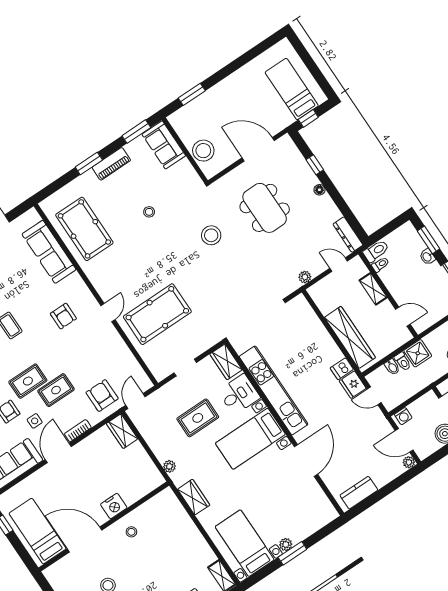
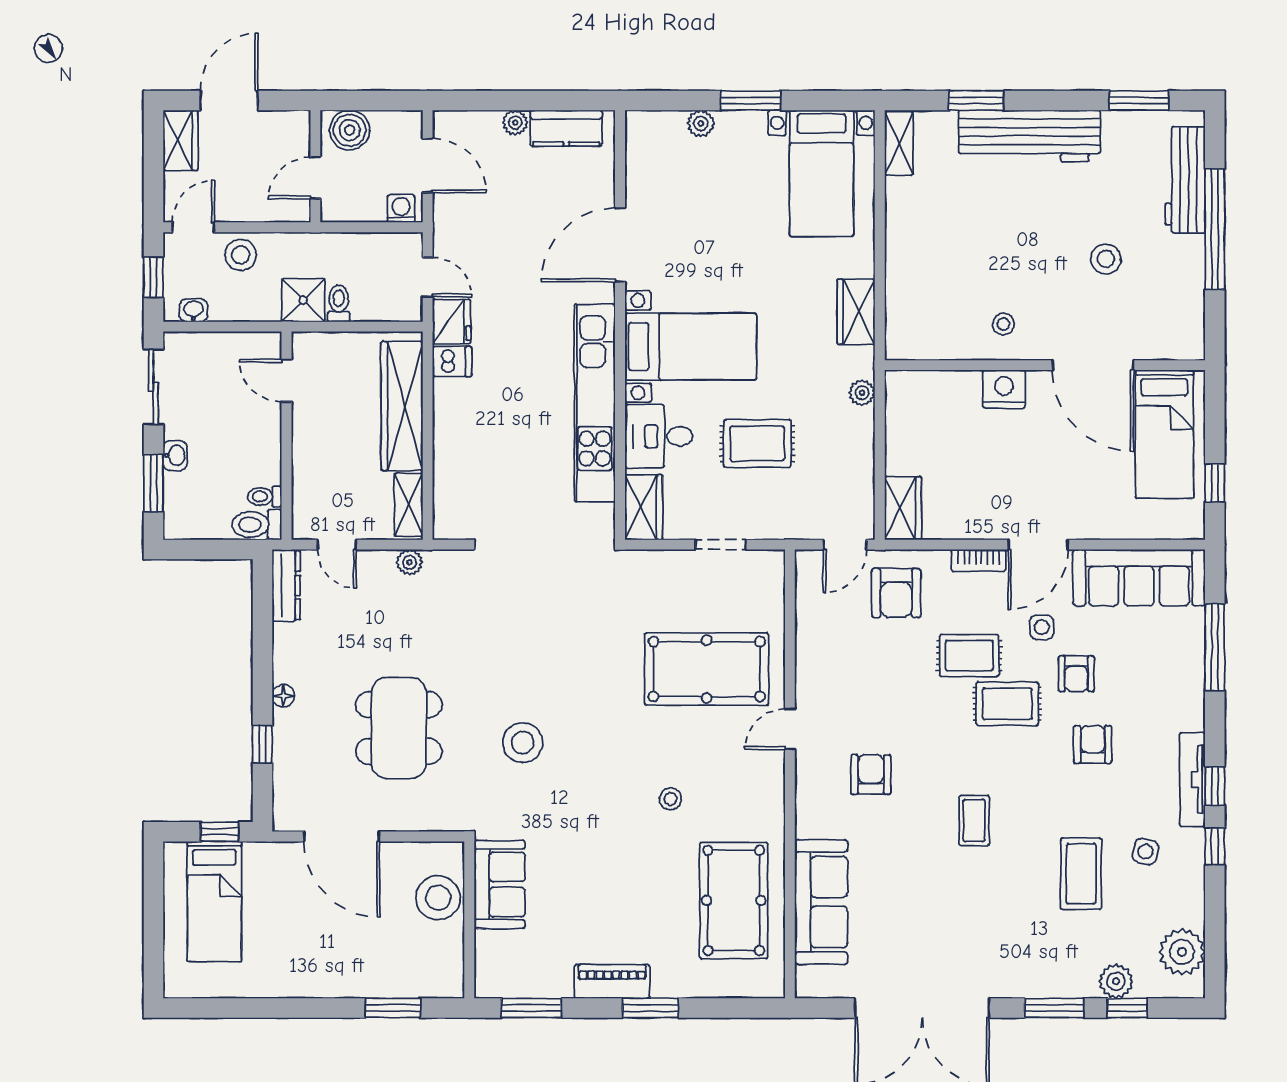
sofa: (164, 145) -> (500, 884), moved
stool: (149, 212) -> (670, 799), moved
shelving: (373, 289) -> (409, 505), moved
bidet: (392, 367) -> (363, 306), removed
plant: (409, 462) -> (515, 123), moved
plant: (286, 544) -> (701, 124), moved

